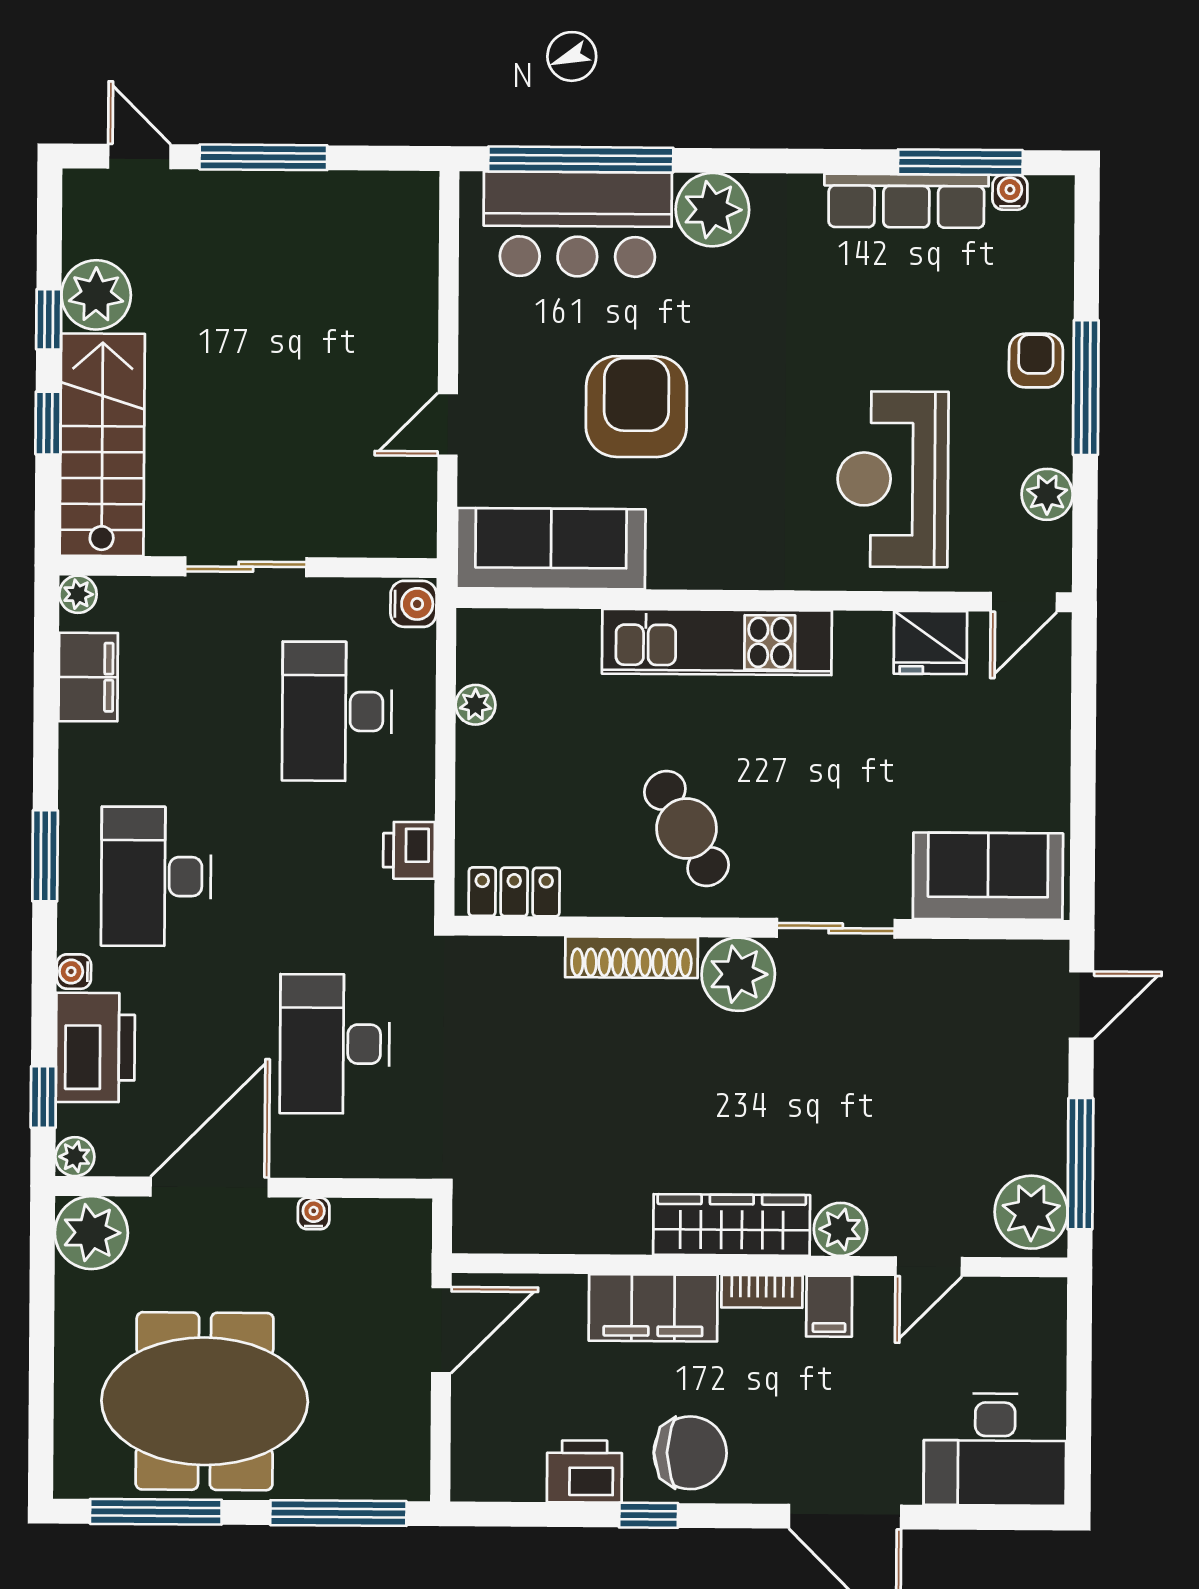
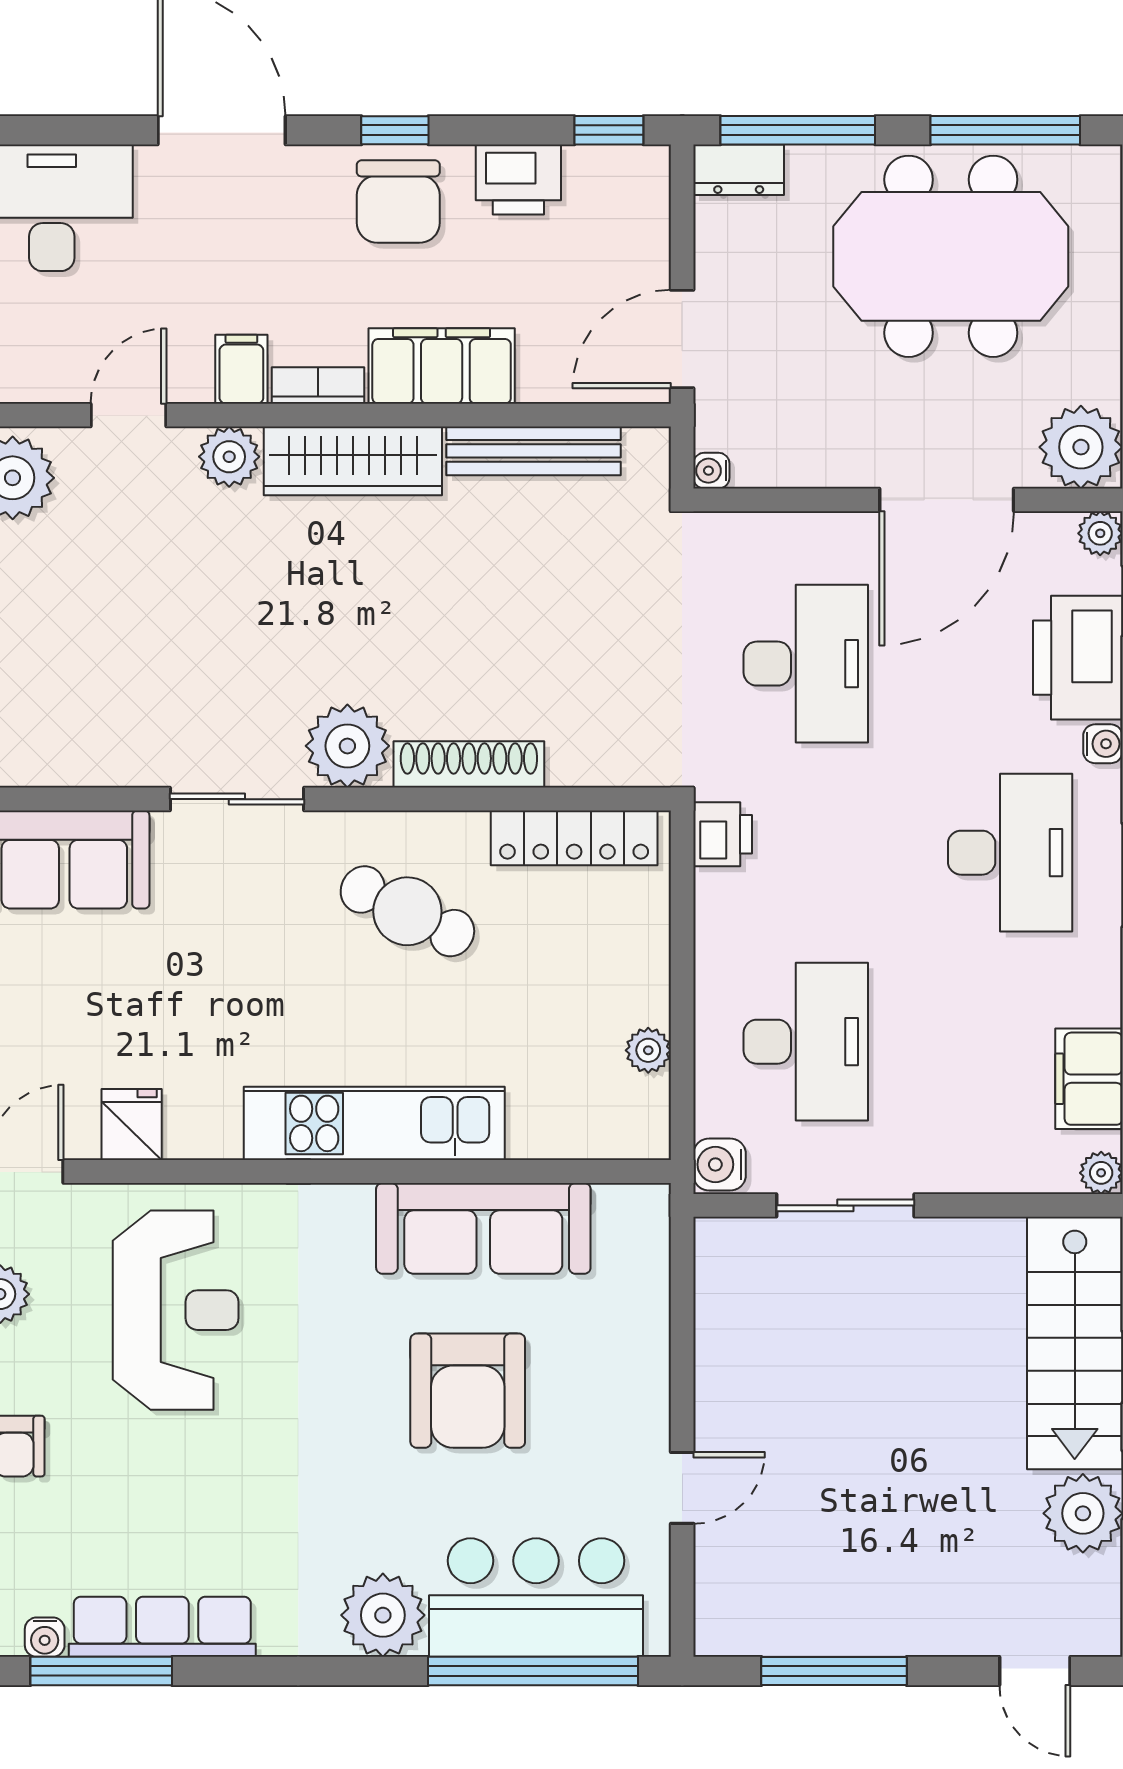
window: (263, 157) -> (834, 1671), moved
door: (448, 424) -> (682, 1488), moved
sofa: (551, 549) -> (483, 1228), moved
sliding door: (246, 567) -> (845, 1205), moved
fridge: (930, 643) -> (132, 1125), width x0.72
cafe table: (686, 829) -> (407, 911), turned -34
printer: (409, 850) -> (723, 834), moved
locker: (514, 892) -> (574, 838), width x1.53
water cooler: (314, 1213) -> (711, 471), moved, turned 90
bench: (573, 1233) -> (534, 451), added
chair: (690, 1453) -> (398, 202), turned -90
dresser: (391, 1479) -> (739, 170), added
window: (504, 1514) -> (609, 130), added
window: (649, 1515) -> (395, 130), moved

